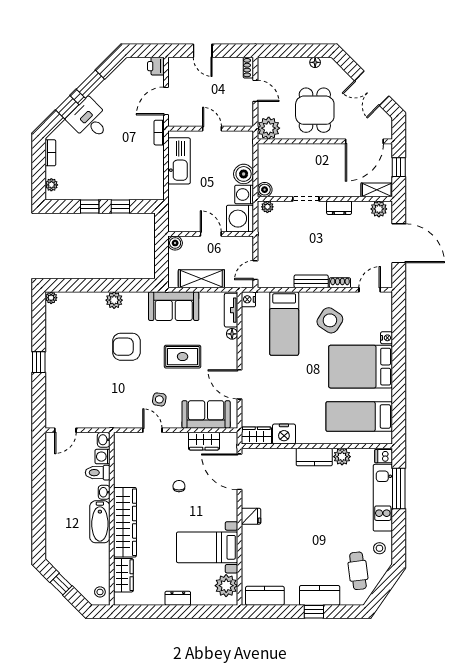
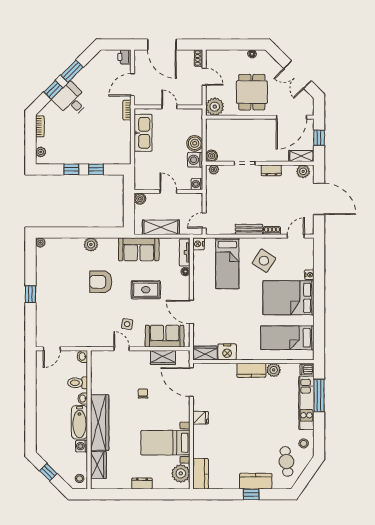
door: (203, 51) -> (162, 45), width x1.87
washing machine: (240, 219) -> (197, 184), width x0.53, depth x0.53
washing machine: (102, 457) -> (82, 446), moved
kitchen counter: (265, 596) -> (201, 474), moved, turned 90

